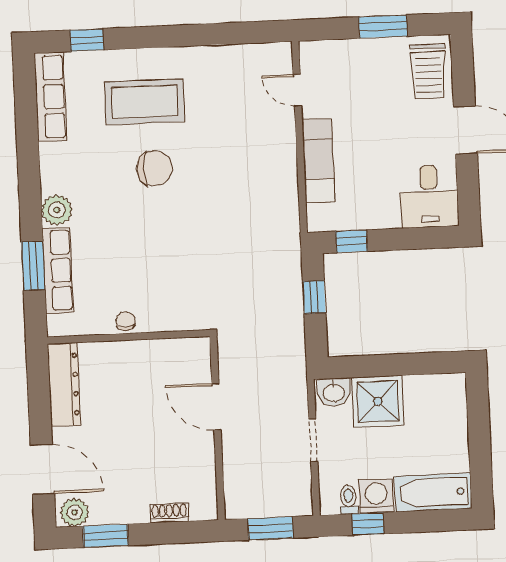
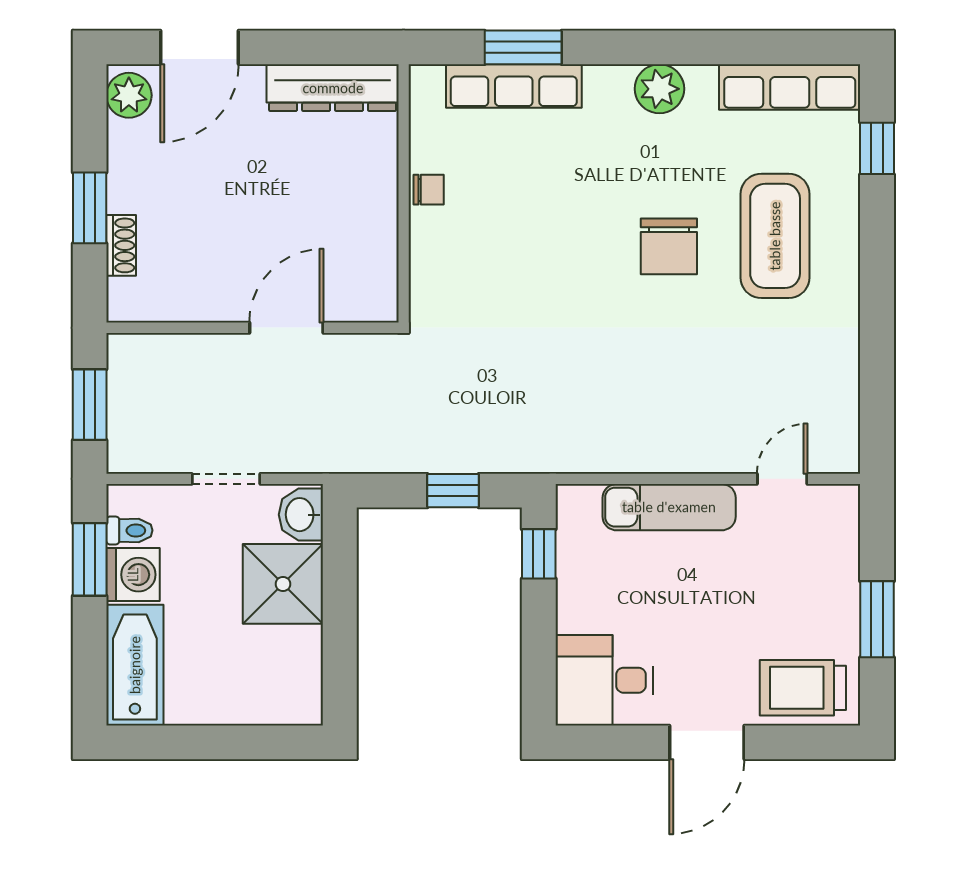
plant: (57, 210) -> (659, 89), moved
window: (368, 524) -> (90, 559), width x1.50
window: (106, 536) -> (90, 208), moved

